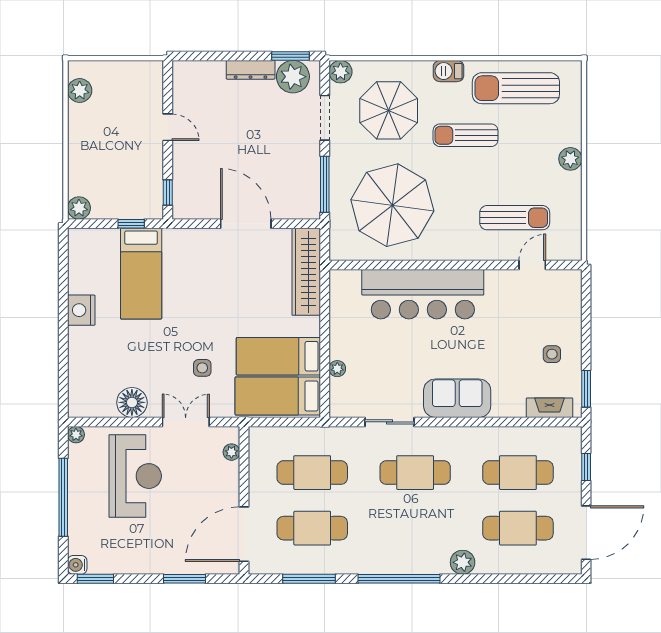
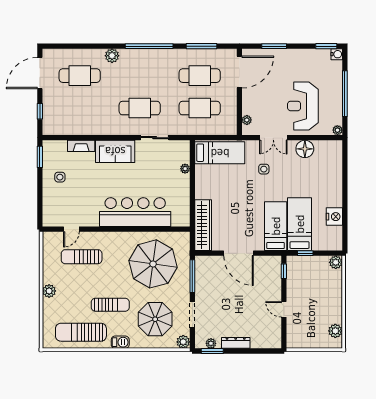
plant: (293, 77) -> (211, 343), width x0.53, depth x0.53
sun lounger: (516, 88) -> (81, 332), turned 180
nightstand: (81, 310) -> (334, 217), moved
bed: (278, 356) -> (276, 226), moved, turned -90
fireplace: (550, 408) -> (81, 146), moved
cafe table: (518, 473) -> (80, 108), removed

